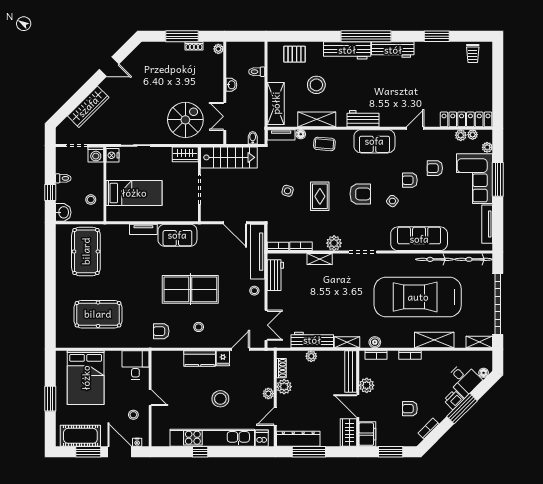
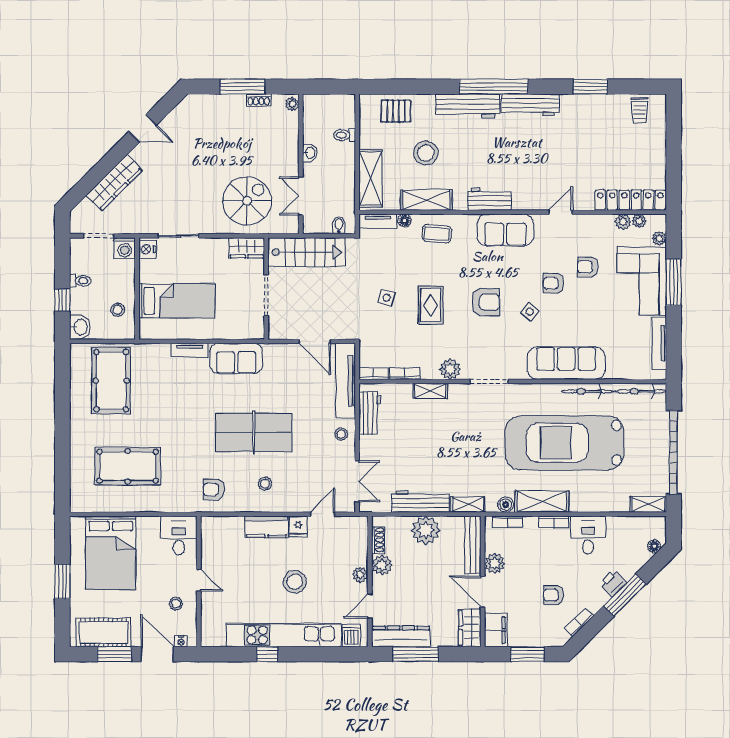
shelving: (434, 340) -> (542, 502), moved
plant: (311, 356) -> (426, 530), width x1.87, depth x1.87
desk: (464, 380) -> (588, 535), moved, turned -135

